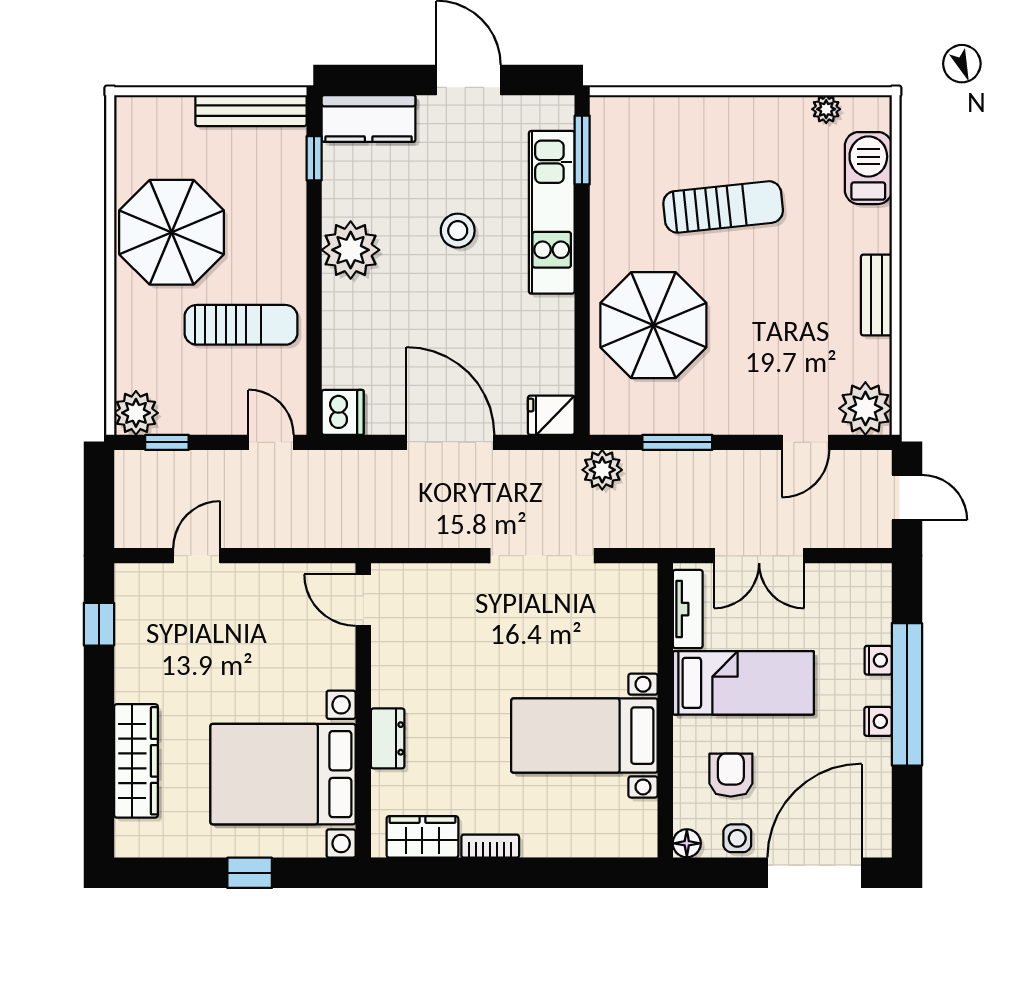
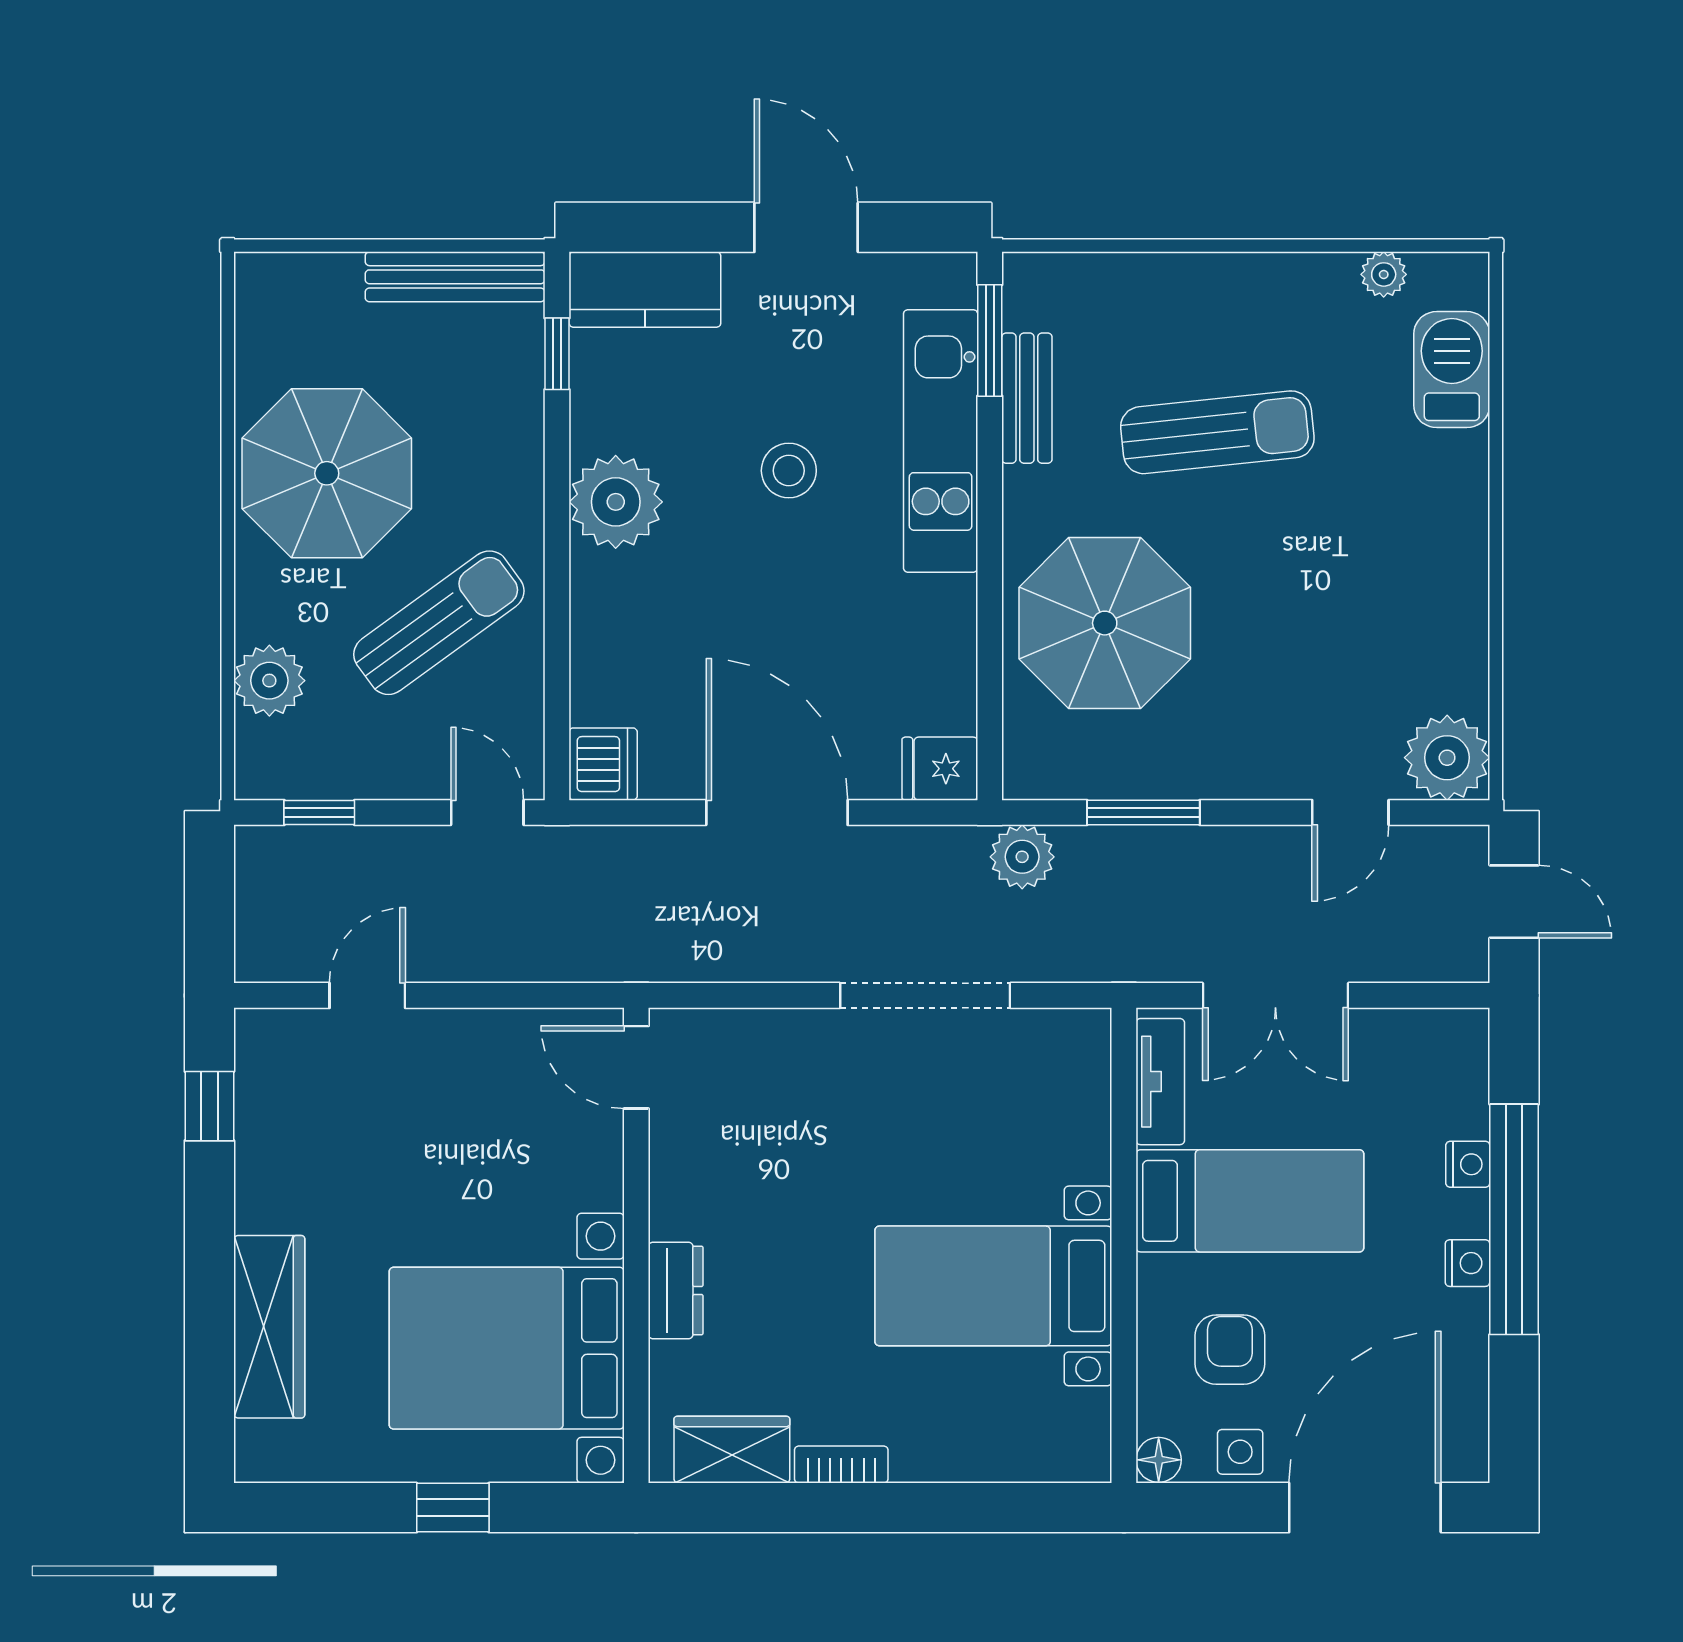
bench: (876, 295) -> (1027, 398), moved
sun lounger: (241, 325) -> (439, 623), turned -36
plant: (136, 413) -> (269, 681), moved

